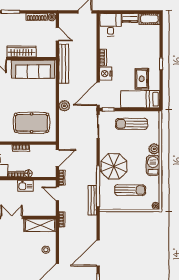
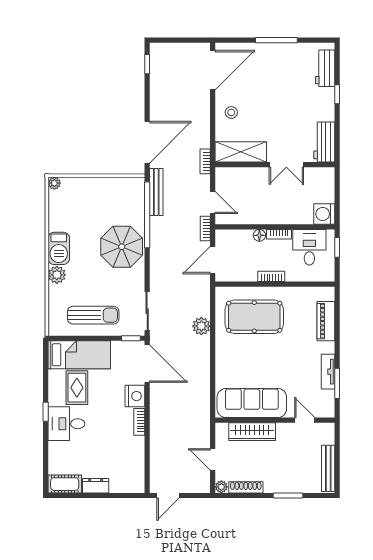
desk: (111, 25) -> (66, 424), moved, turned 90
wardrobe: (22, 51) -> (252, 432), moved
bench: (64, 64) -> (202, 412), removed
door: (98, 94) -> (147, 364), hinge flipped
plant: (64, 106) -> (201, 326), moved
kitchen sink: (25, 186) -> (264, 216), removed
sun lounger: (130, 190) -> (95, 209), removed
door: (98, 253) -> (147, 142), moved

